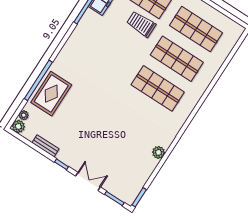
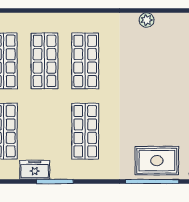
trolley: (141, 24) -> (33, 117), removed
shop shelf: (106, 55) -> (85, 131), added

